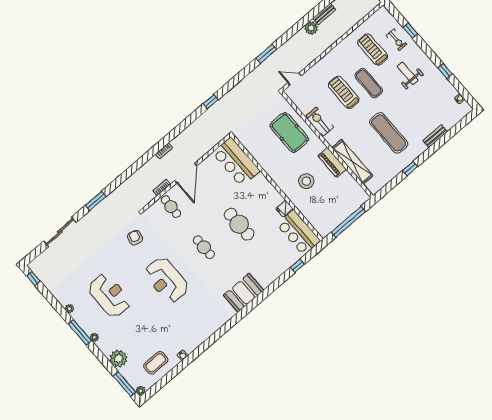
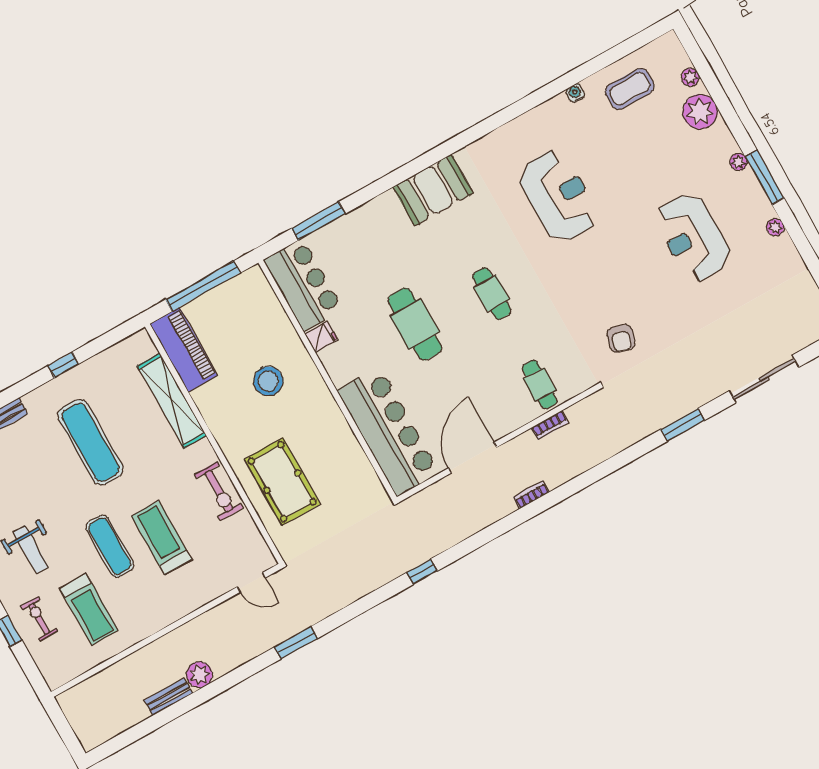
treadmill: (344, 92) -> (162, 538), turned 180
bar counter: (236, 162) -> (388, 432), width x1.36
piano: (332, 162) -> (184, 350), moved, width x1.37, depth x1.33
door: (186, 173) -> (472, 458), moved
window: (297, 266) -> (318, 221), width x2.17
reception desk: (166, 280) -> (558, 196), moved
window: (124, 384) -> (698, 60), removed
plant: (141, 391) -> (690, 77), moved

